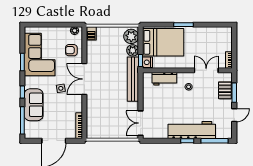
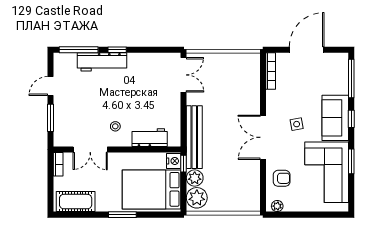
barbecue: (91, 33) -> (253, 202), removed
cot: (217, 34) -> (76, 202), added
double door: (84, 79) -> (263, 137), swing flipped
pallet: (225, 90) -> (64, 121), removed
sofa: (34, 105) -> (335, 118), moved
workbench: (192, 130) -> (102, 62), width x0.73, depth x0.76

